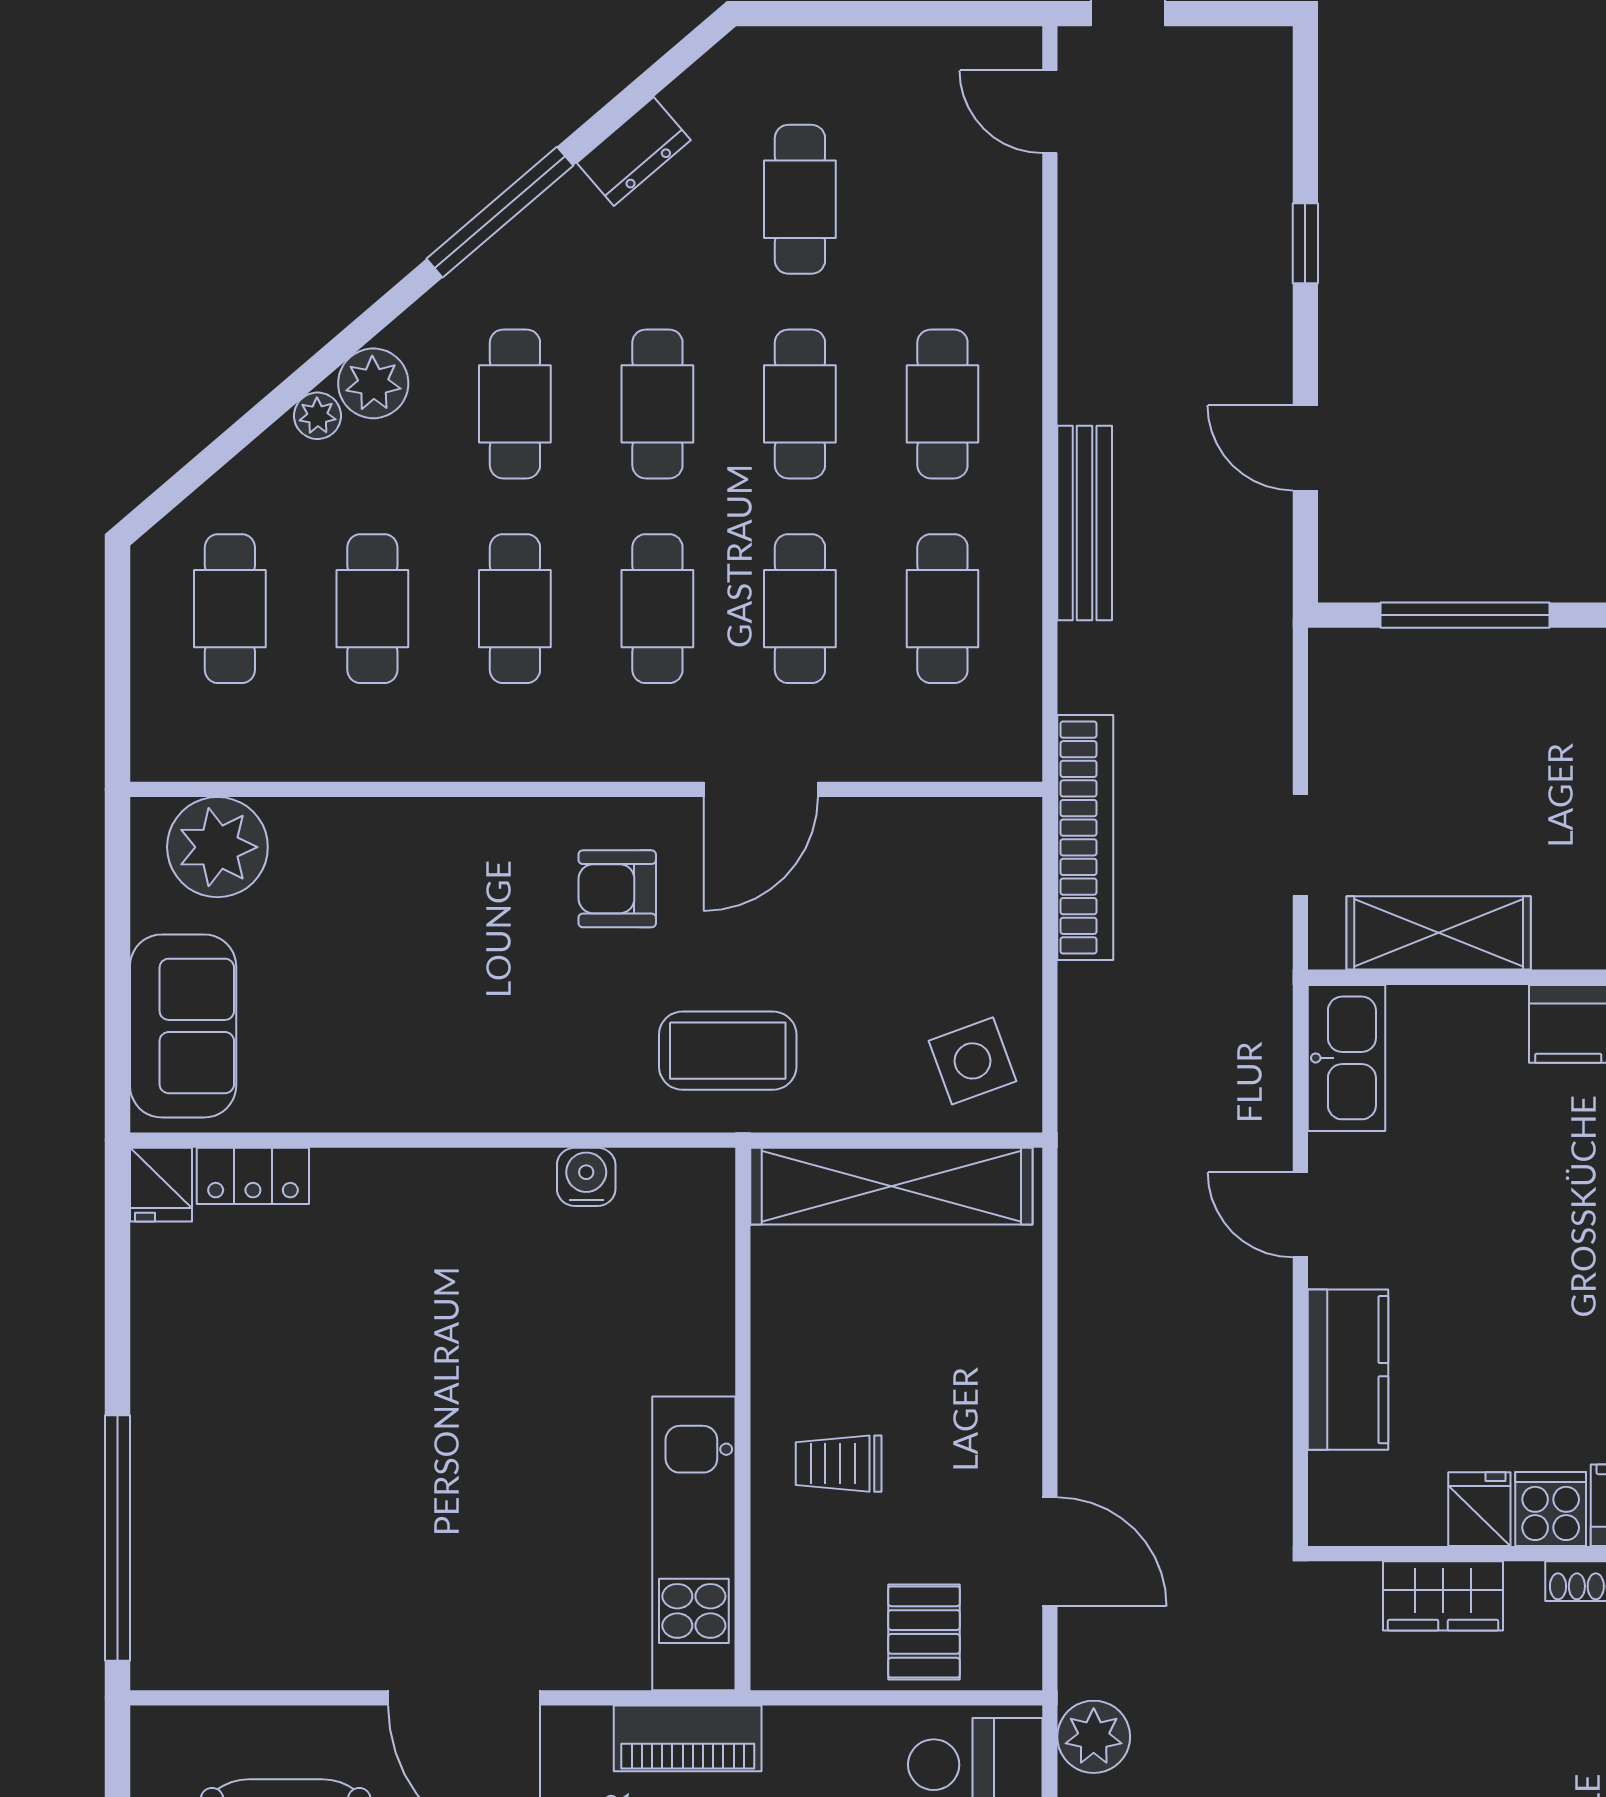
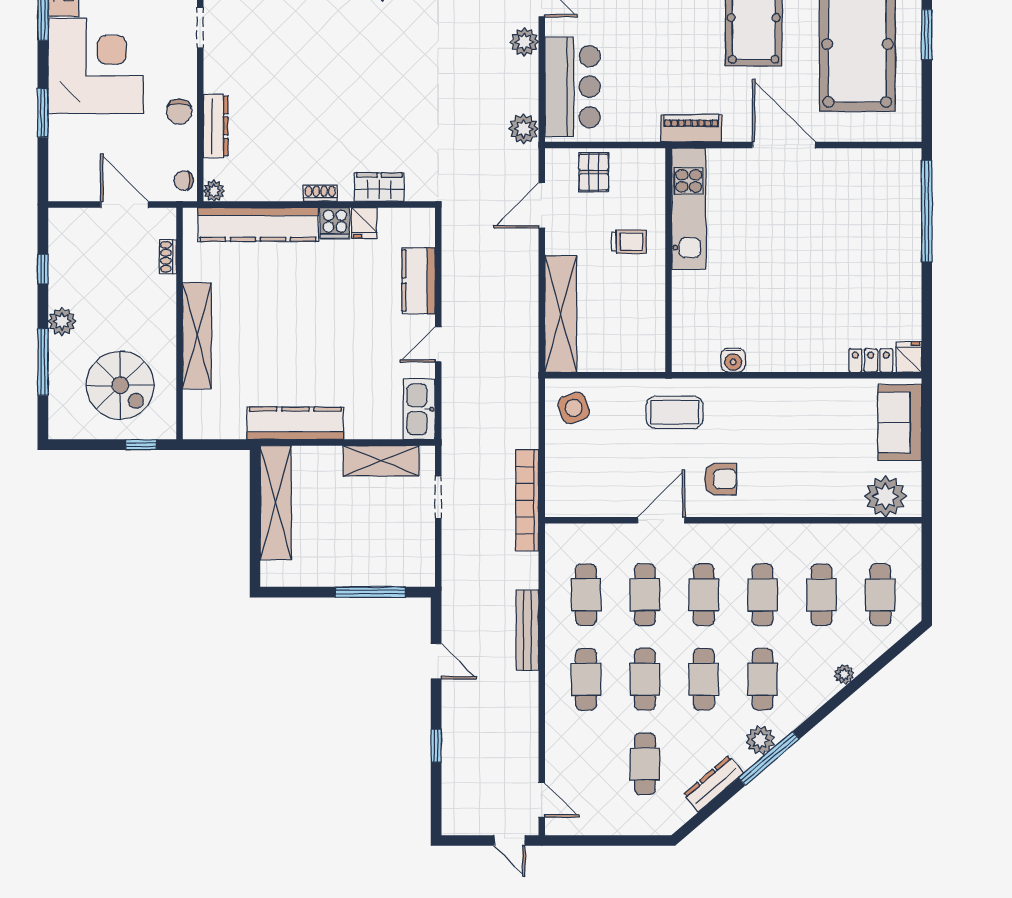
dresser: (634, 151) -> (714, 784), width x1.44
plant: (373, 383) -> (760, 740), moved
shelving: (891, 1186) -> (561, 314), moved, turned 90
door: (1300, 1215) -> (438, 344), swing flipped
door: (1050, 1552) -> (542, 205), hinge flipped

